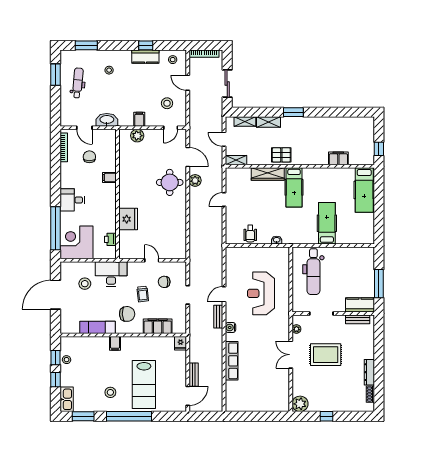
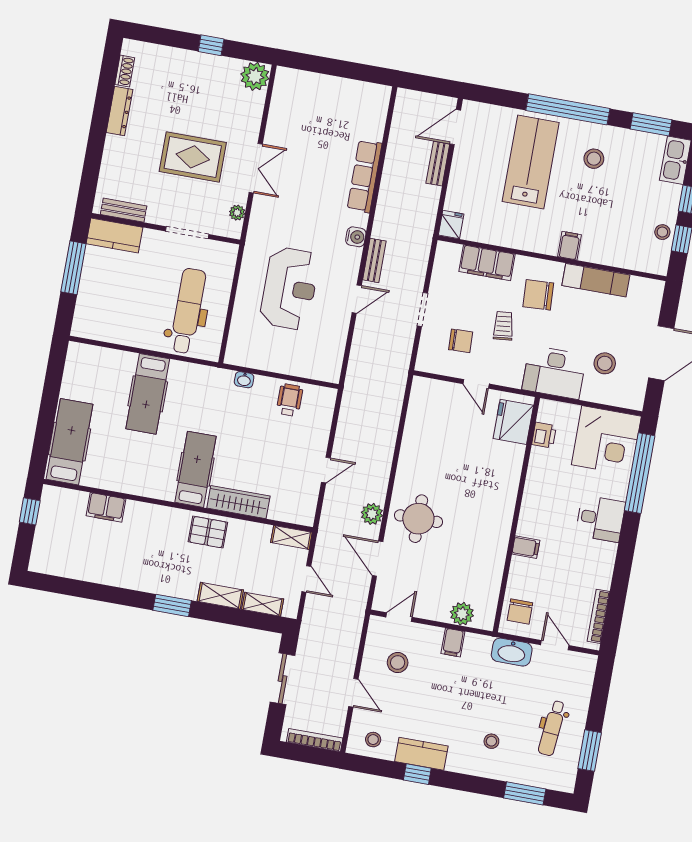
chair: (89, 157) -> (520, 611), moved
fridge: (128, 219) -> (513, 422), moved

